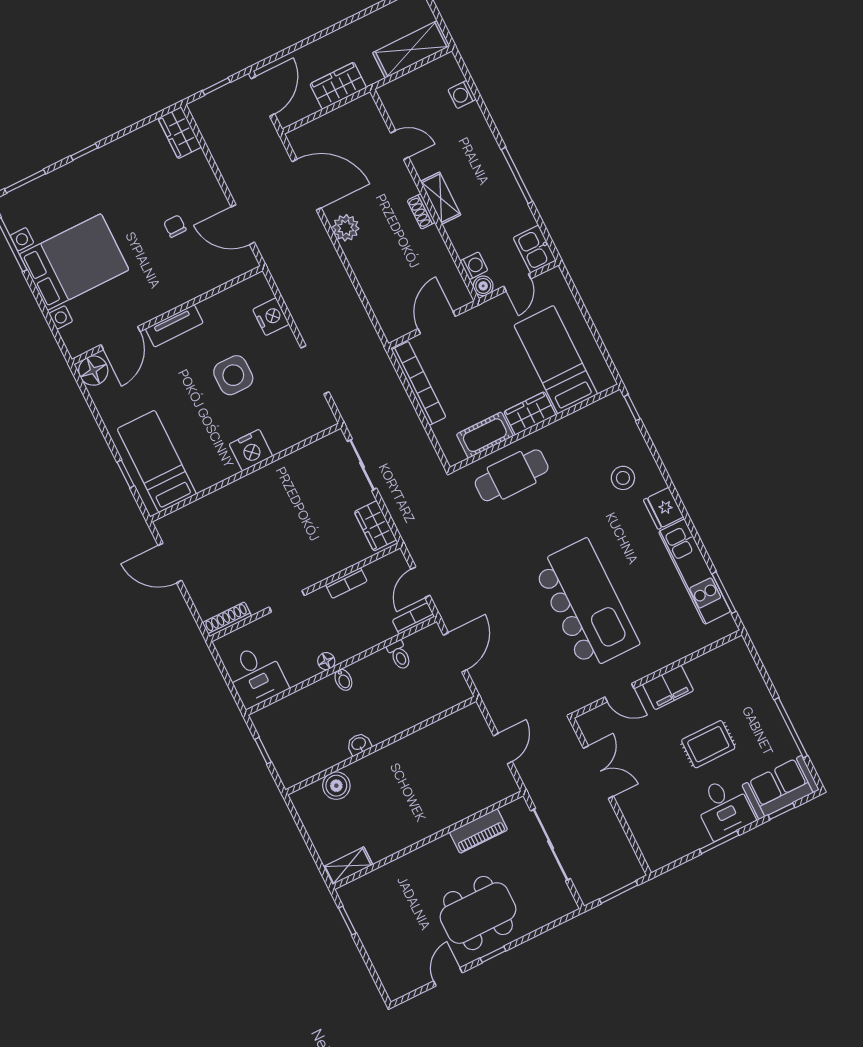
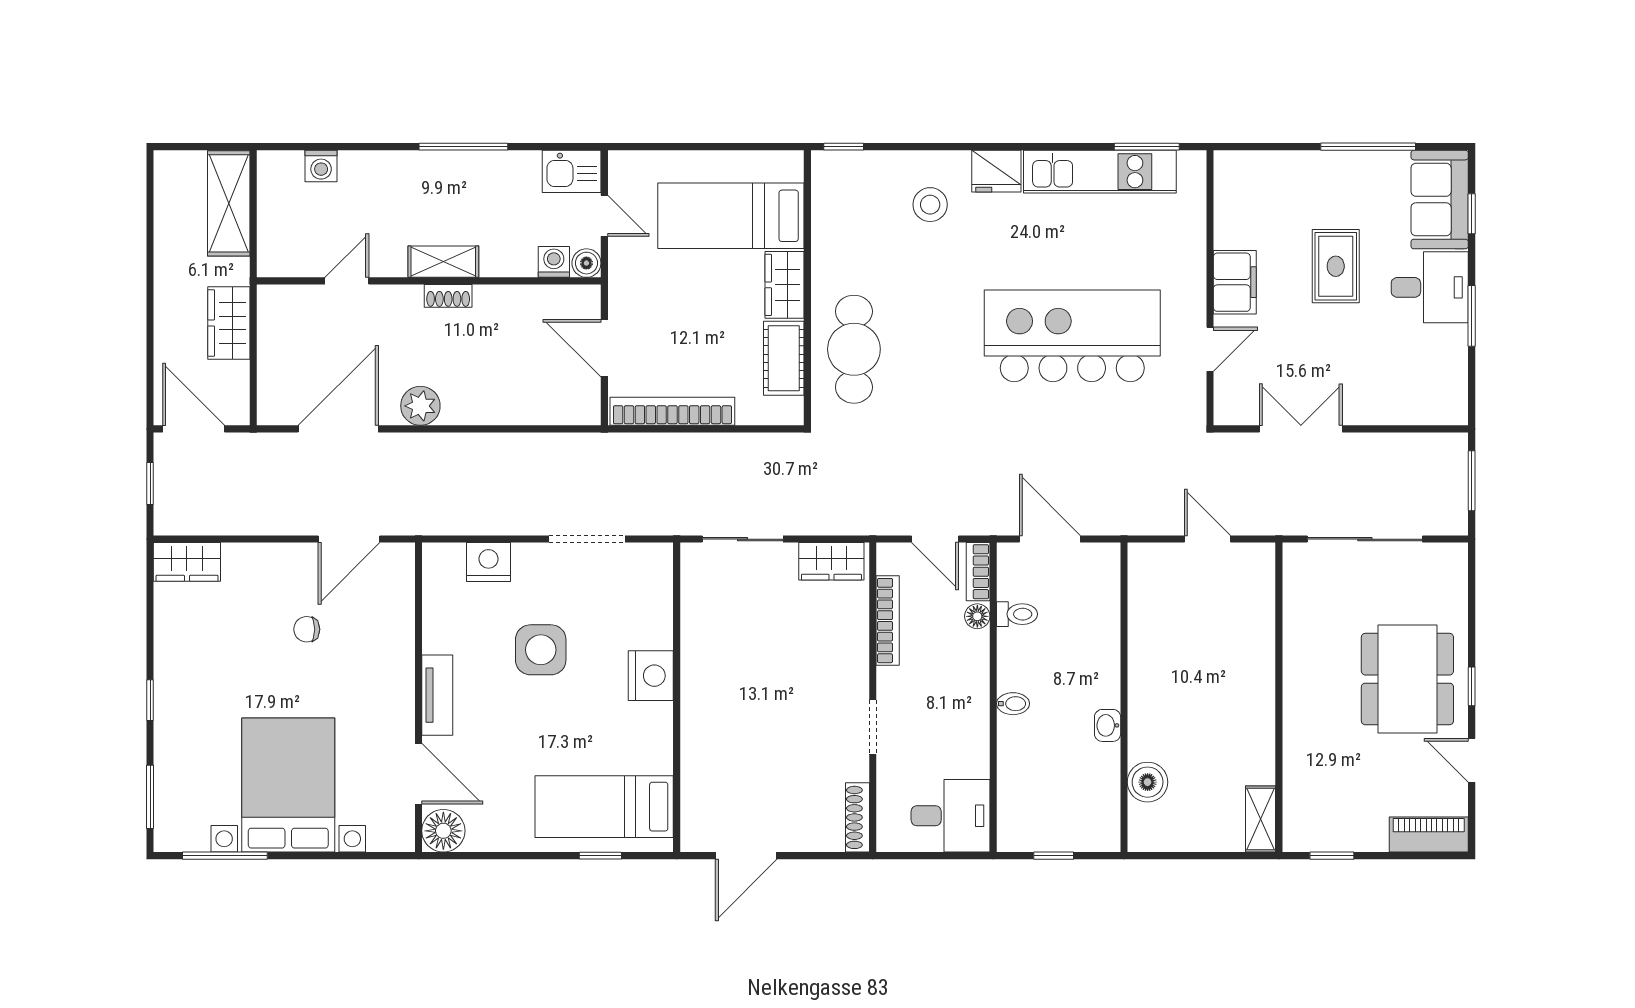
bookcase: (346, 583) -> (888, 621), width x1.56
floor lamp: (326, 661) -> (977, 616), moved
piano: (479, 831) -> (1429, 835), moved, turned -90

